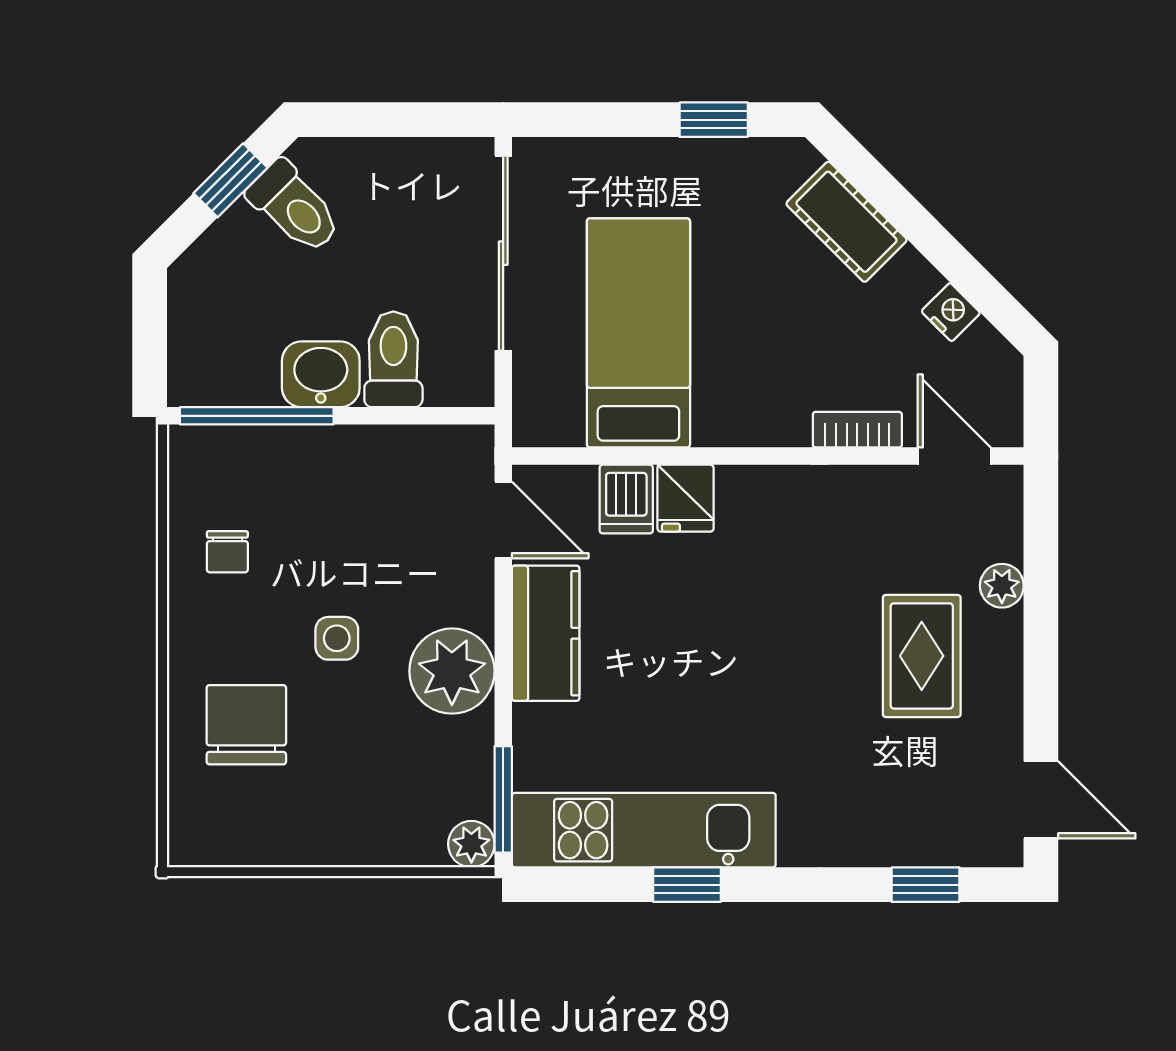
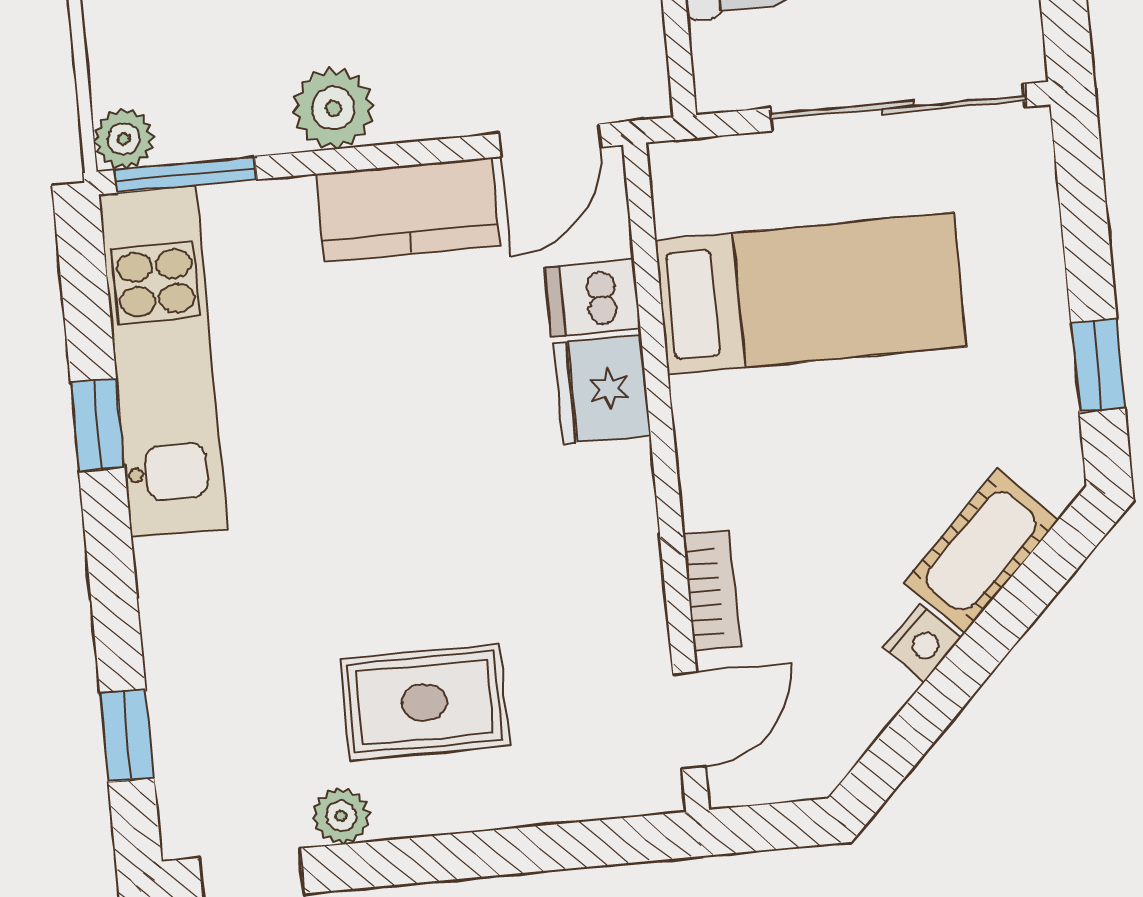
nightstand: (951, 312) -> (922, 643), moved
fridge: (686, 498) -> (602, 389), width x1.38
plant: (1002, 586) -> (341, 816), moved
plant: (452, 671) -> (333, 108), width x0.73, depth x0.73

